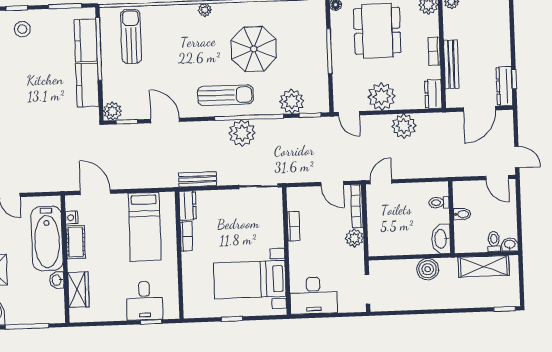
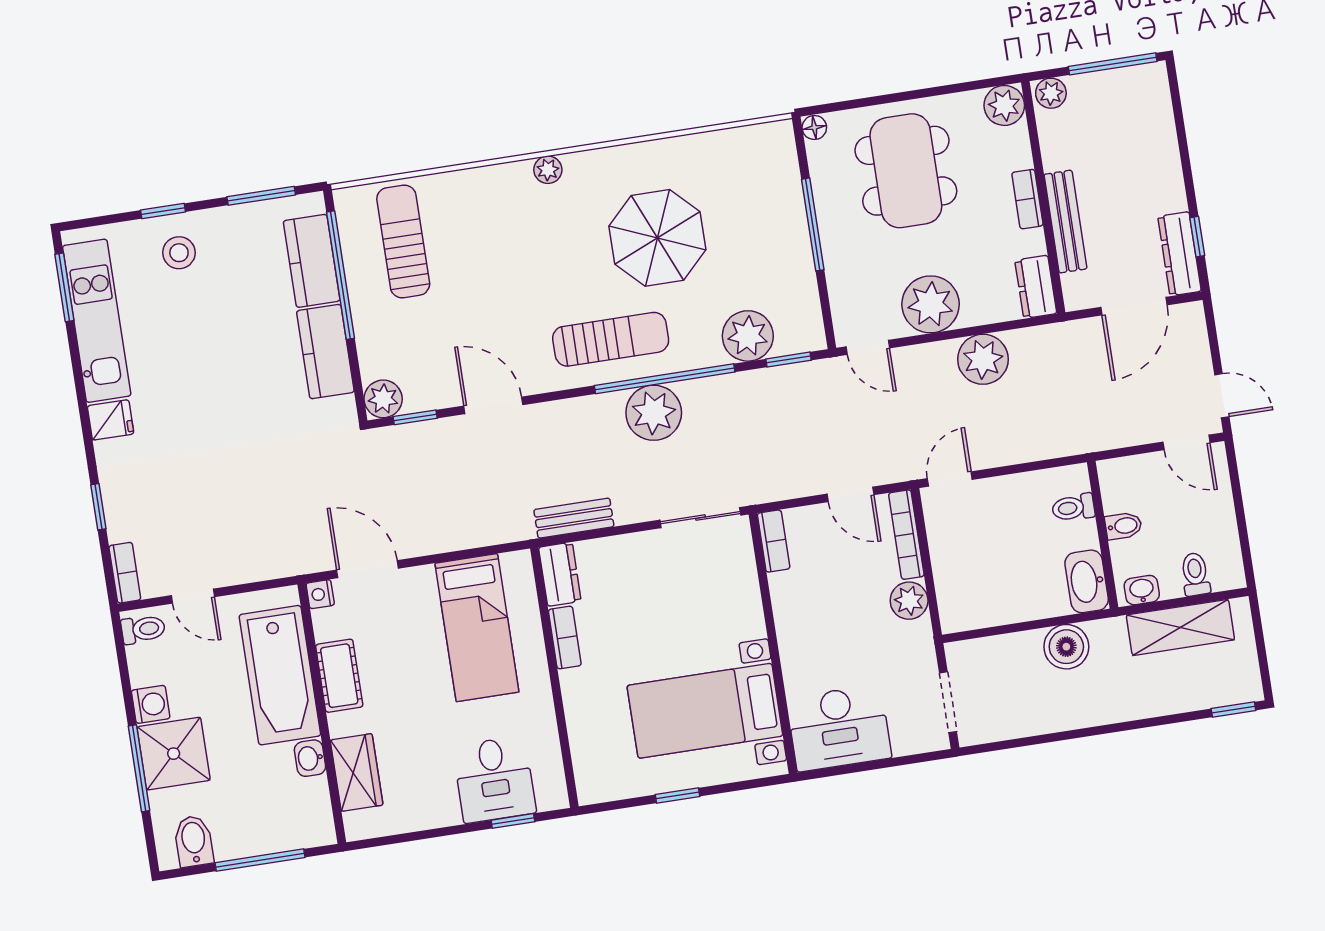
nightstand: (72, 218) -> (320, 594), moved
bookcase: (293, 226) -> (774, 541), moved
washbasin: (510, 245) -> (1142, 590), moved

